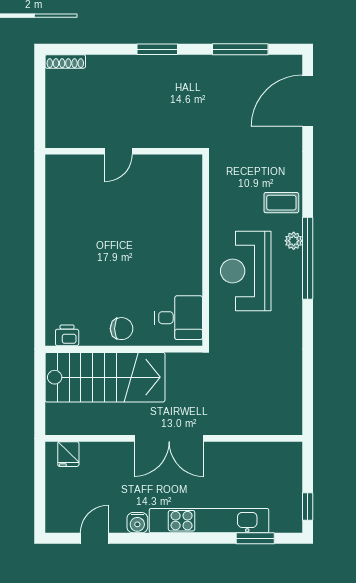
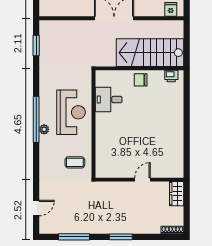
door: (308, 101) -> (36, 208), width x0.53
wardrobe: (58, 126) -> (177, 194), added
coffee table: (281, 203) -> (75, 162), moved
desk: (179, 318) -> (109, 100), moved
window: (308, 390) -> (36, 45), added

